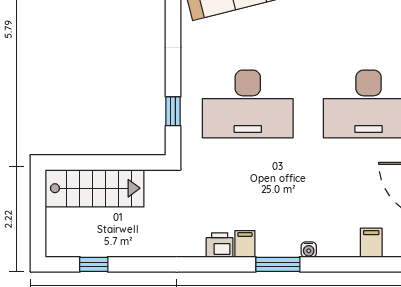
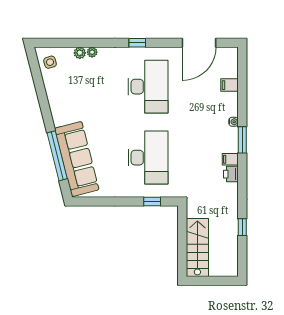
window: (94, 264) -> (242, 227), moved

